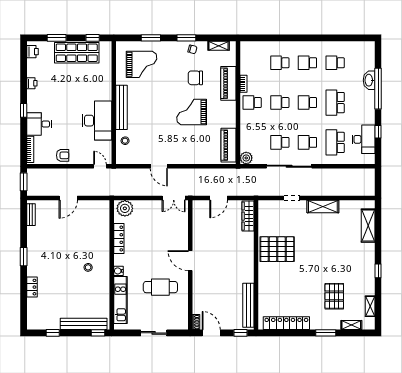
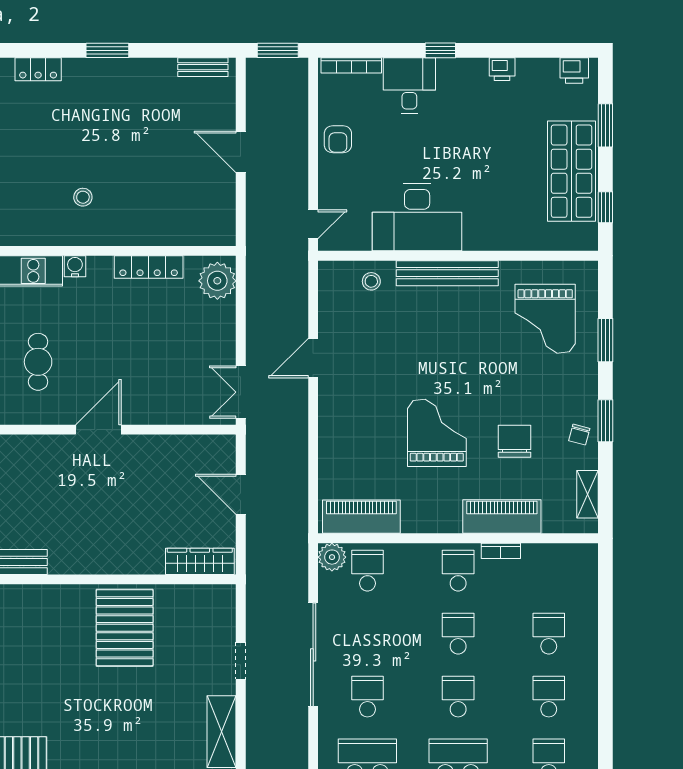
school desk: (280, 142) -> (367, 571), moved
cafe table: (160, 287) -> (38, 362), width x0.73, depth x0.74

